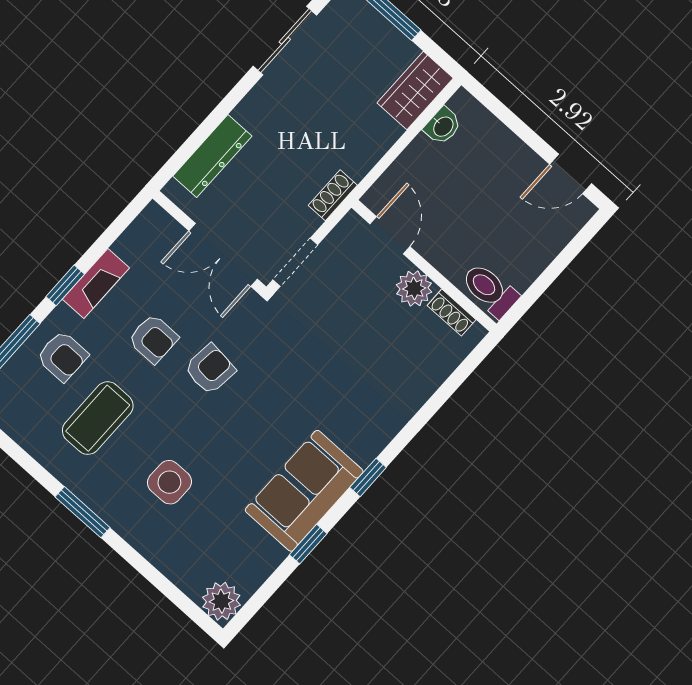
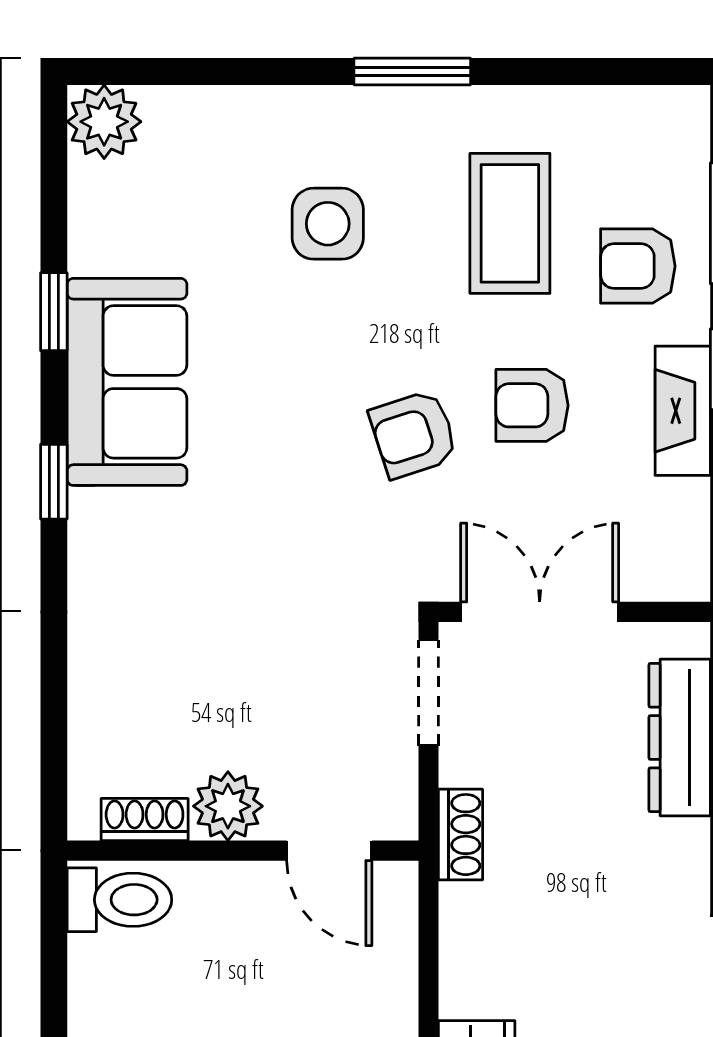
armchair: (210, 369) -> (414, 434), turned 66

